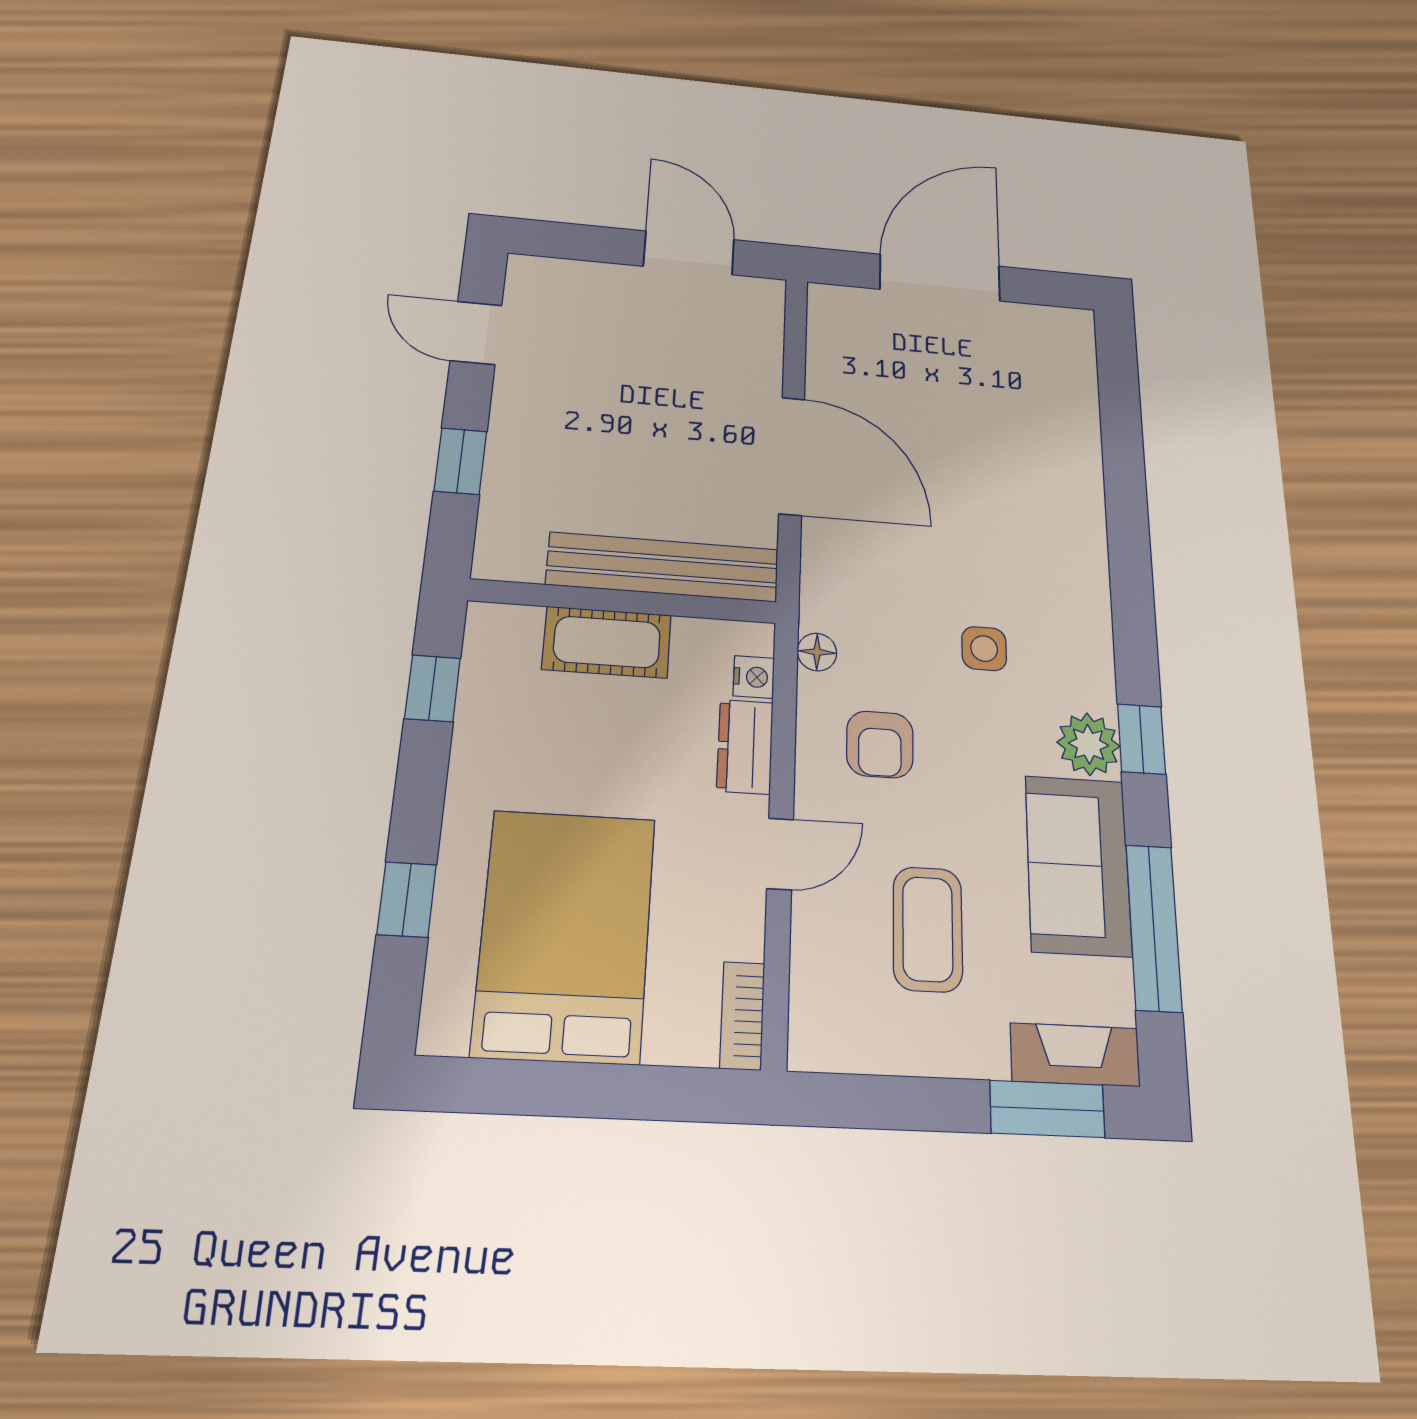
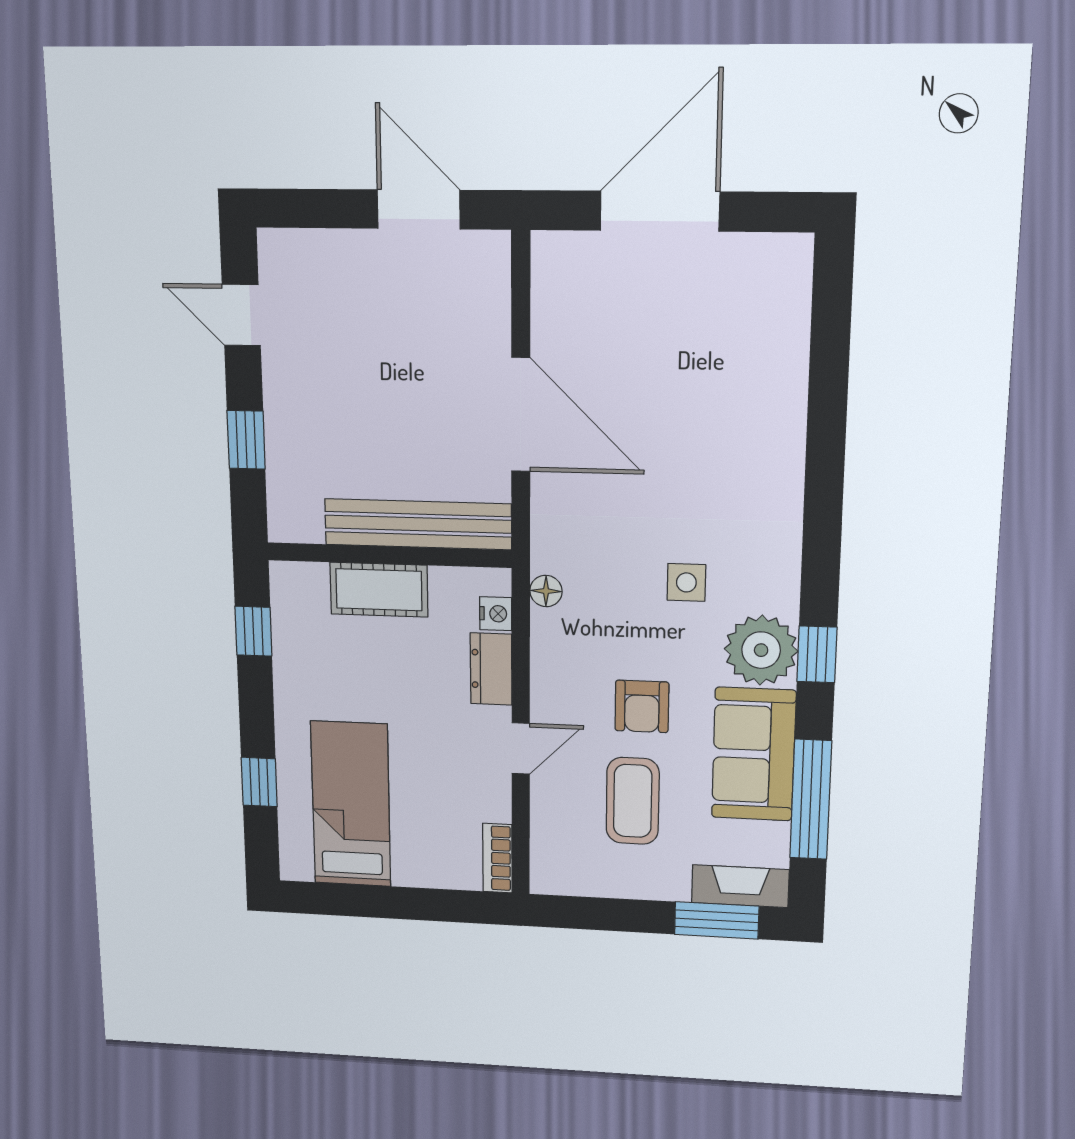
armchair: (880, 744) -> (642, 706), moved
plant: (1089, 744) -> (761, 650), width x1.36, depth x1.36
bed: (565, 935) -> (351, 804), width x0.67

